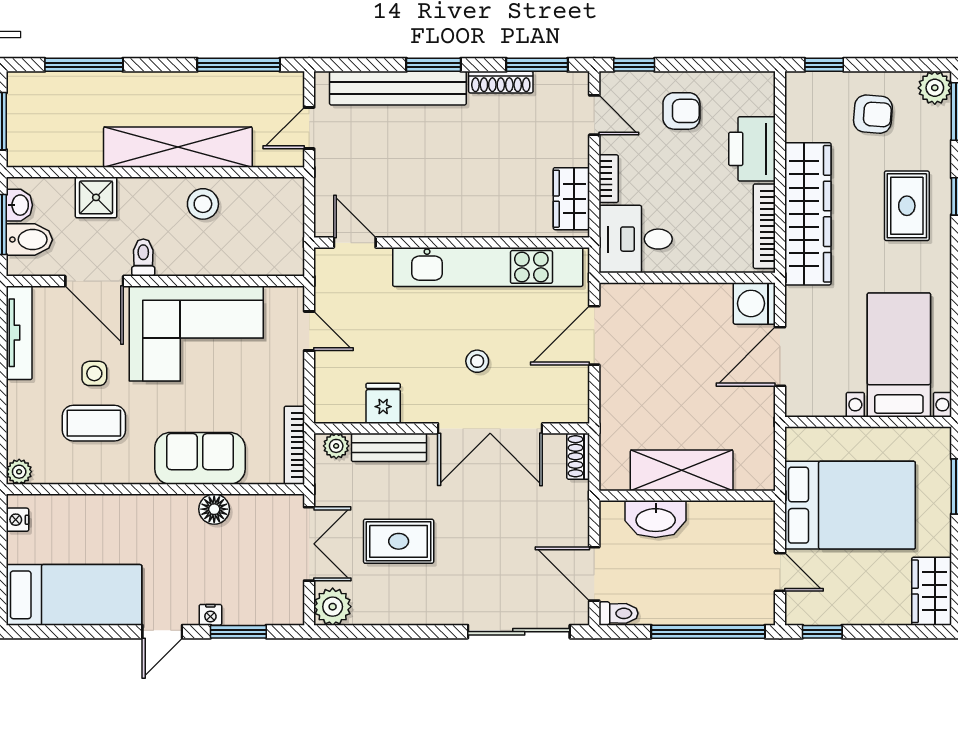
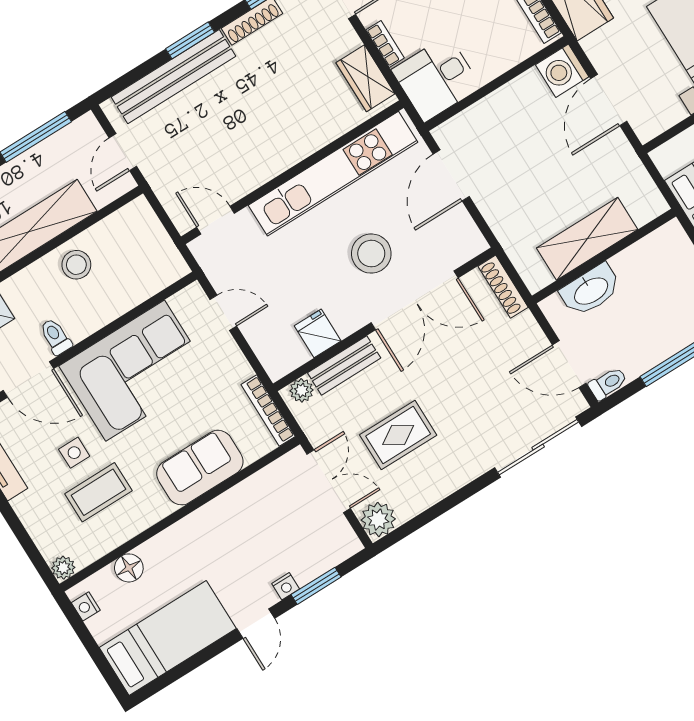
stool: (477, 361) -> (371, 254), width x1.89, depth x1.89
shoe rack: (578, 456) -> (503, 287), width x1.43
floor lamp: (214, 509) -> (129, 568), moved

